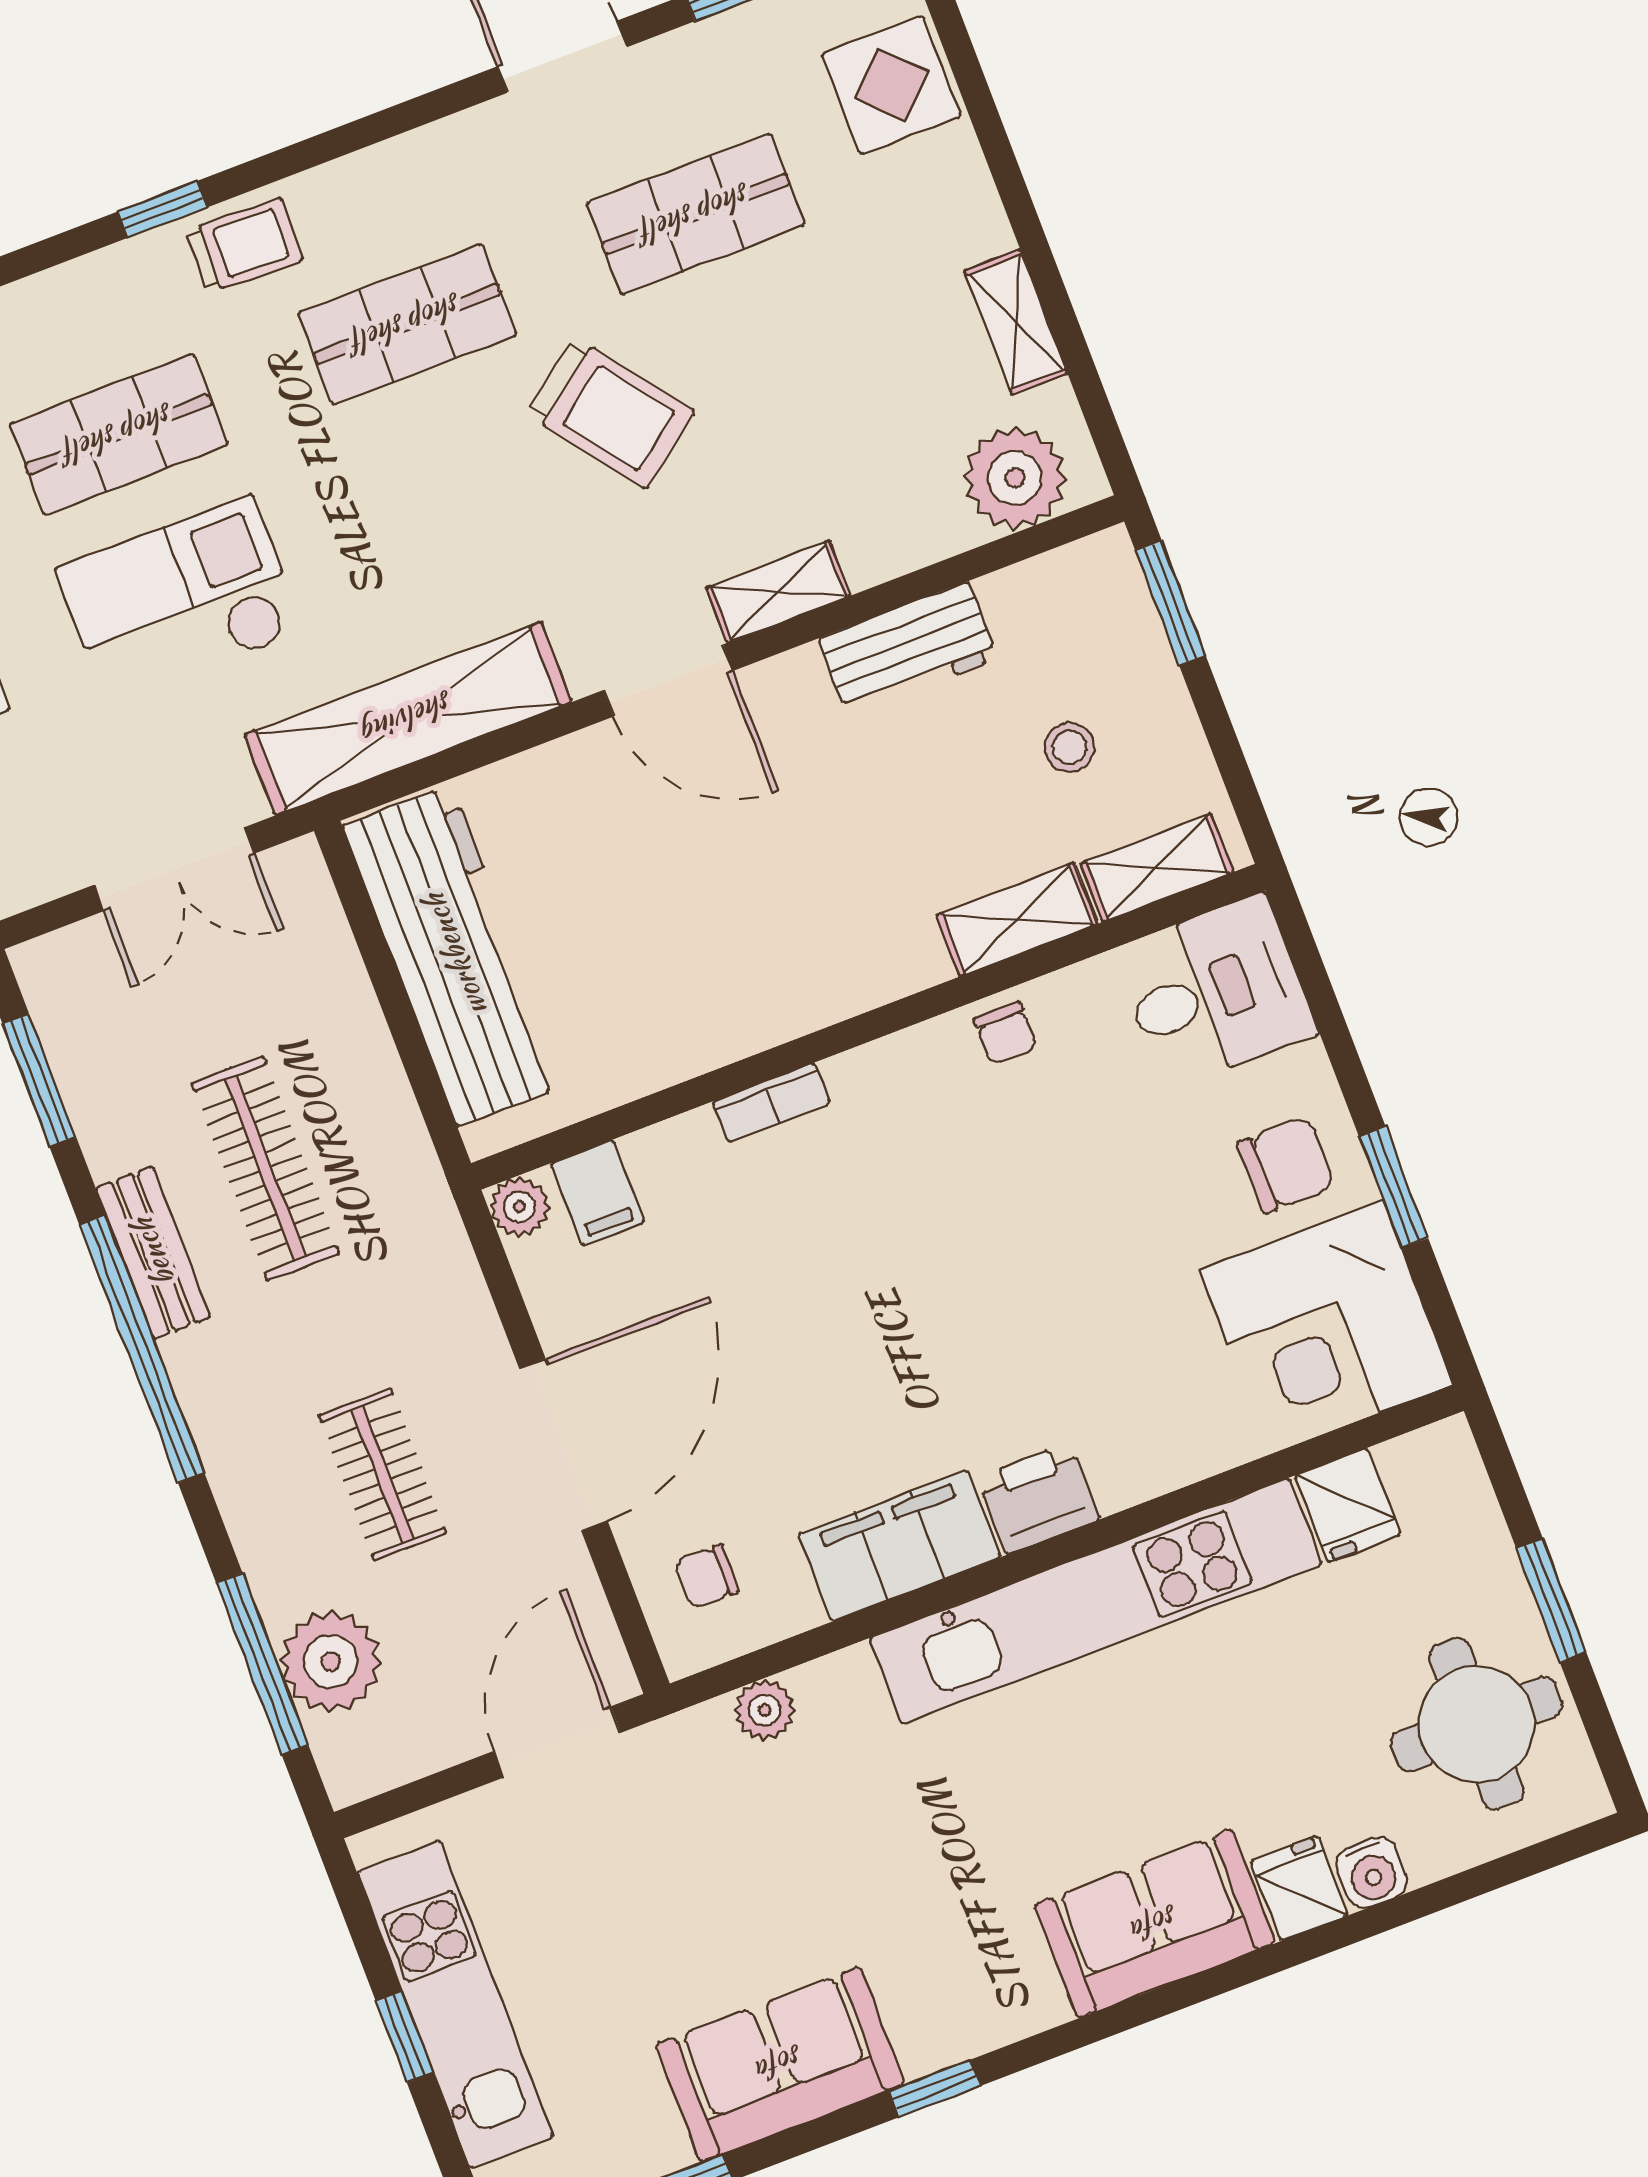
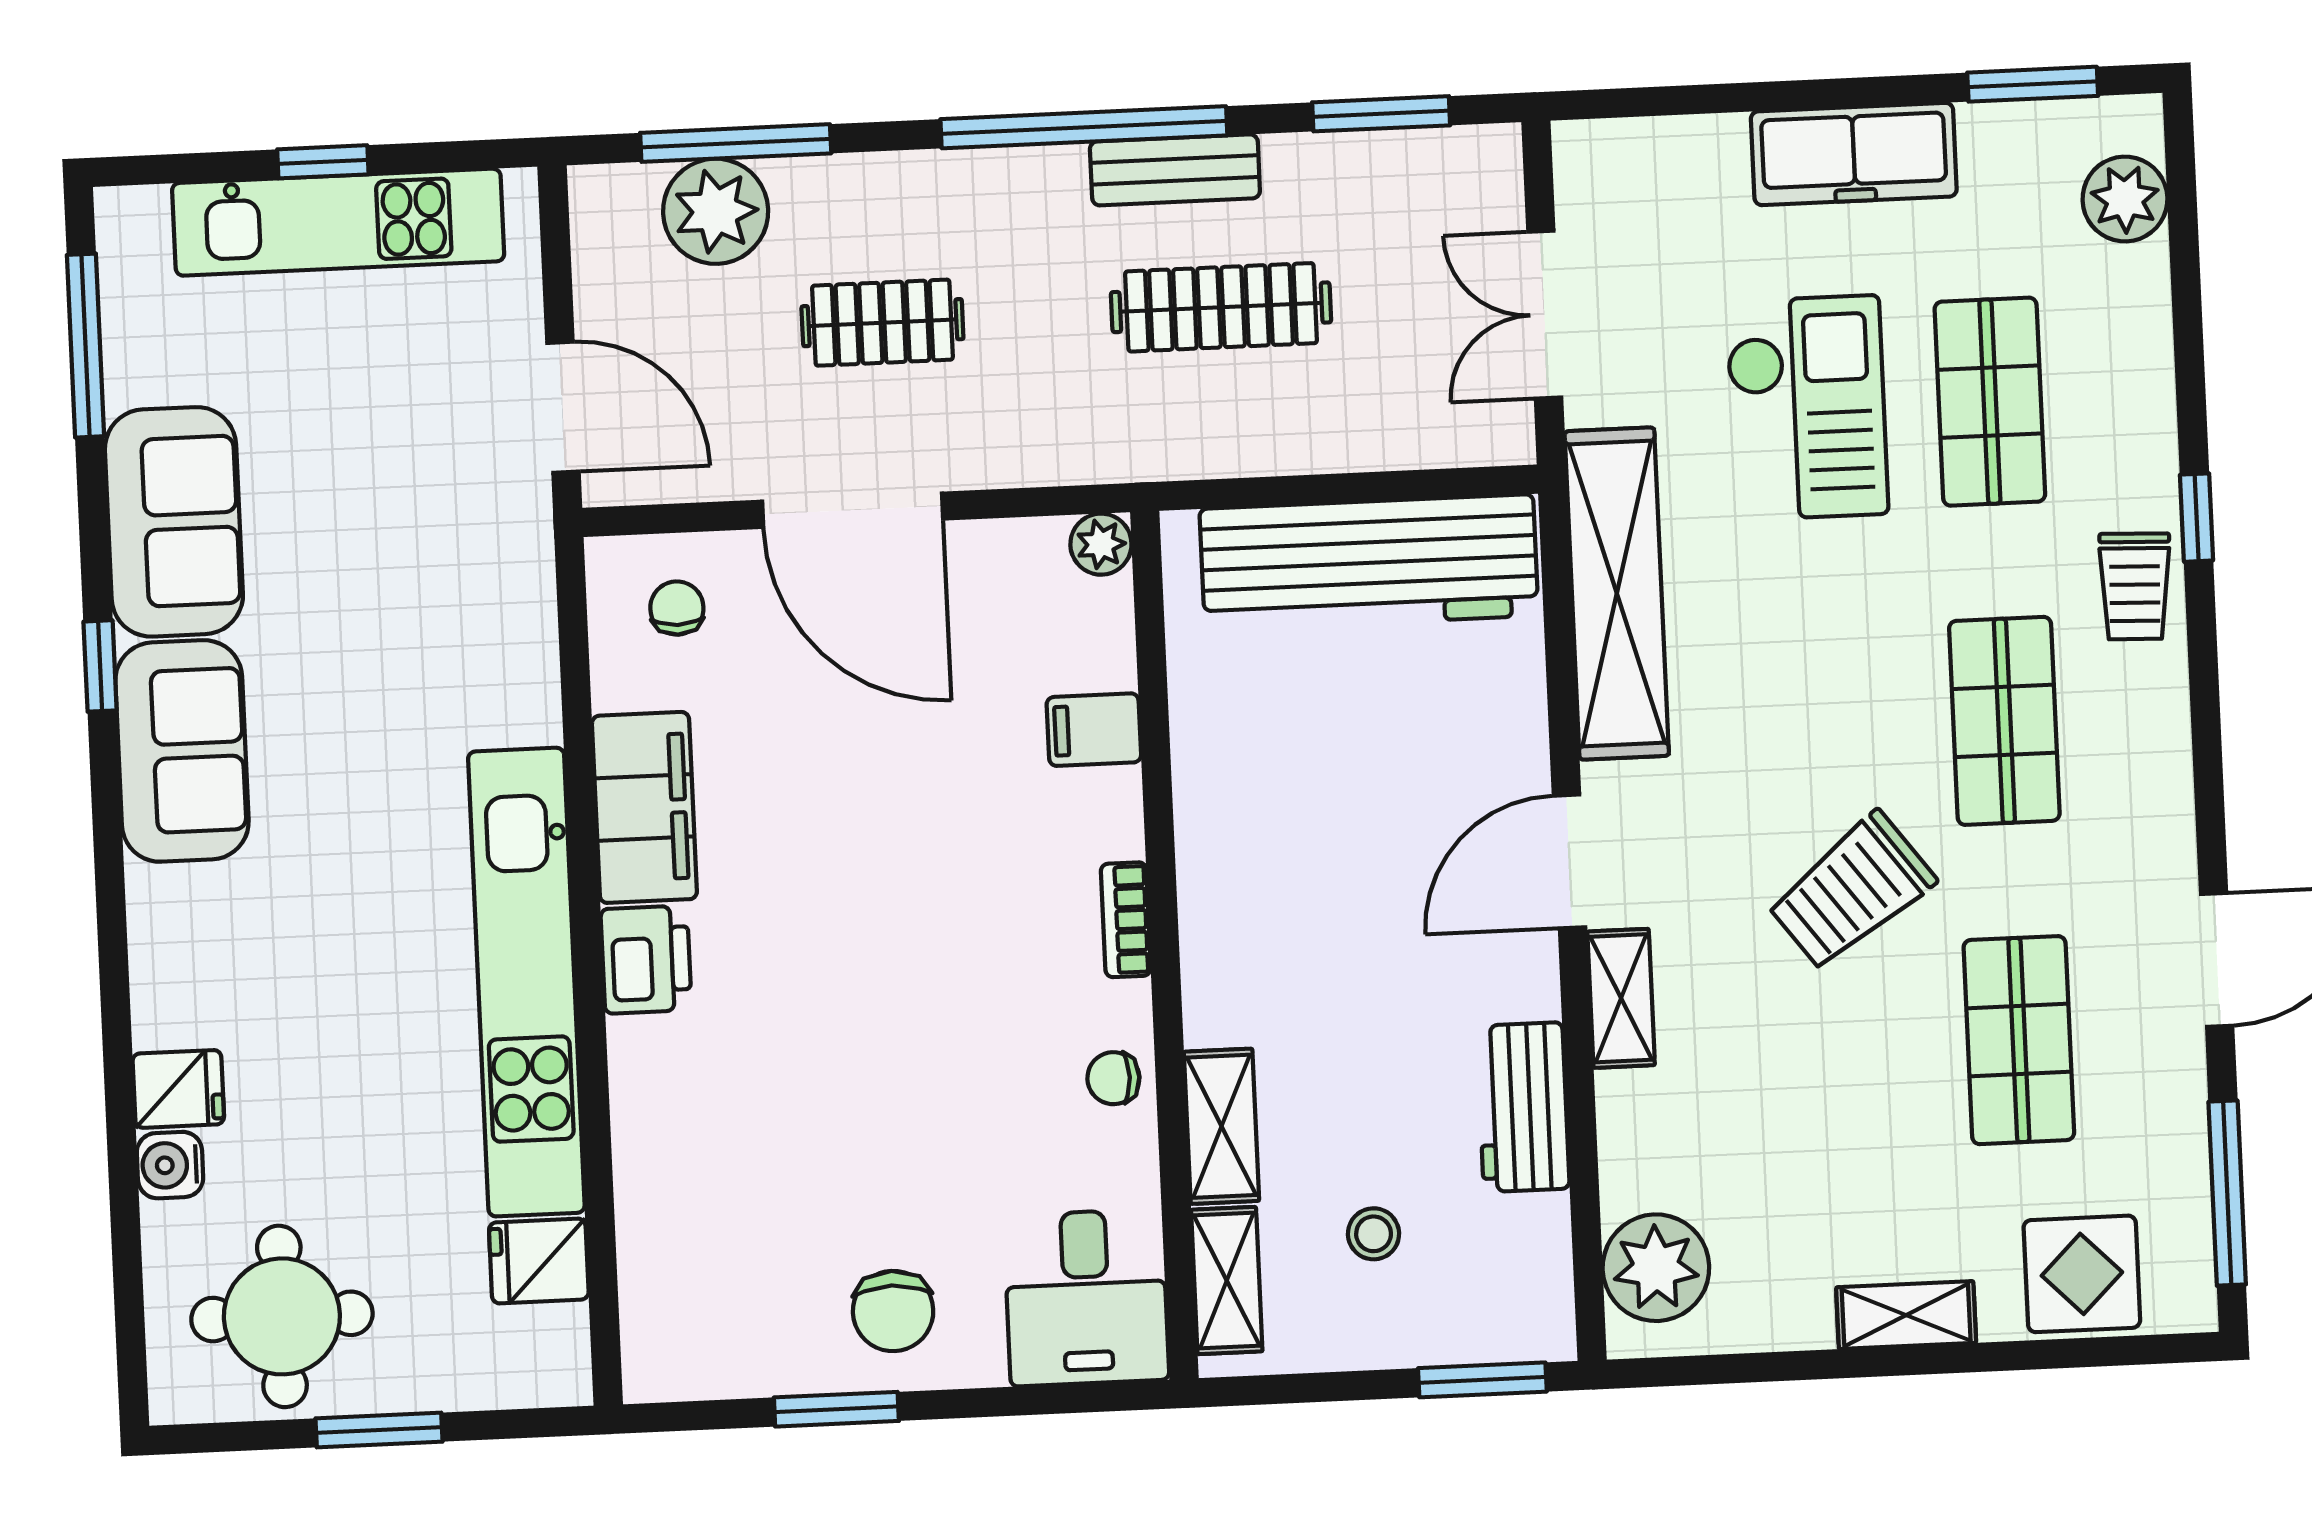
shelving: (1016, 322) -> (1906, 1315), moved
bookcase: (771, 1102) -> (1126, 920), moved
filing cabinet: (598, 1193) -> (1094, 730), moved
corner desk: (1326, 1327) -> (720, 1298), removed
plant: (765, 1710) -> (527, 622), removed
sofa: (1155, 1924) -> (182, 751), moved

